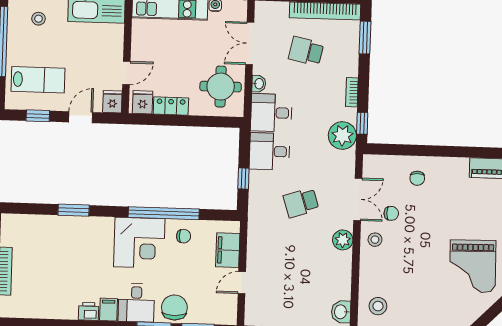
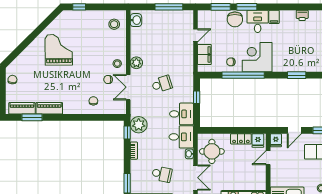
printer: (89, 311) -> (302, 15), moved

